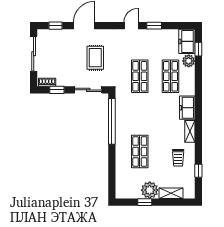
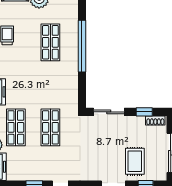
rug: (95, 58) -> (135, 161), moved
window: (112, 121) -> (82, 46), moved

